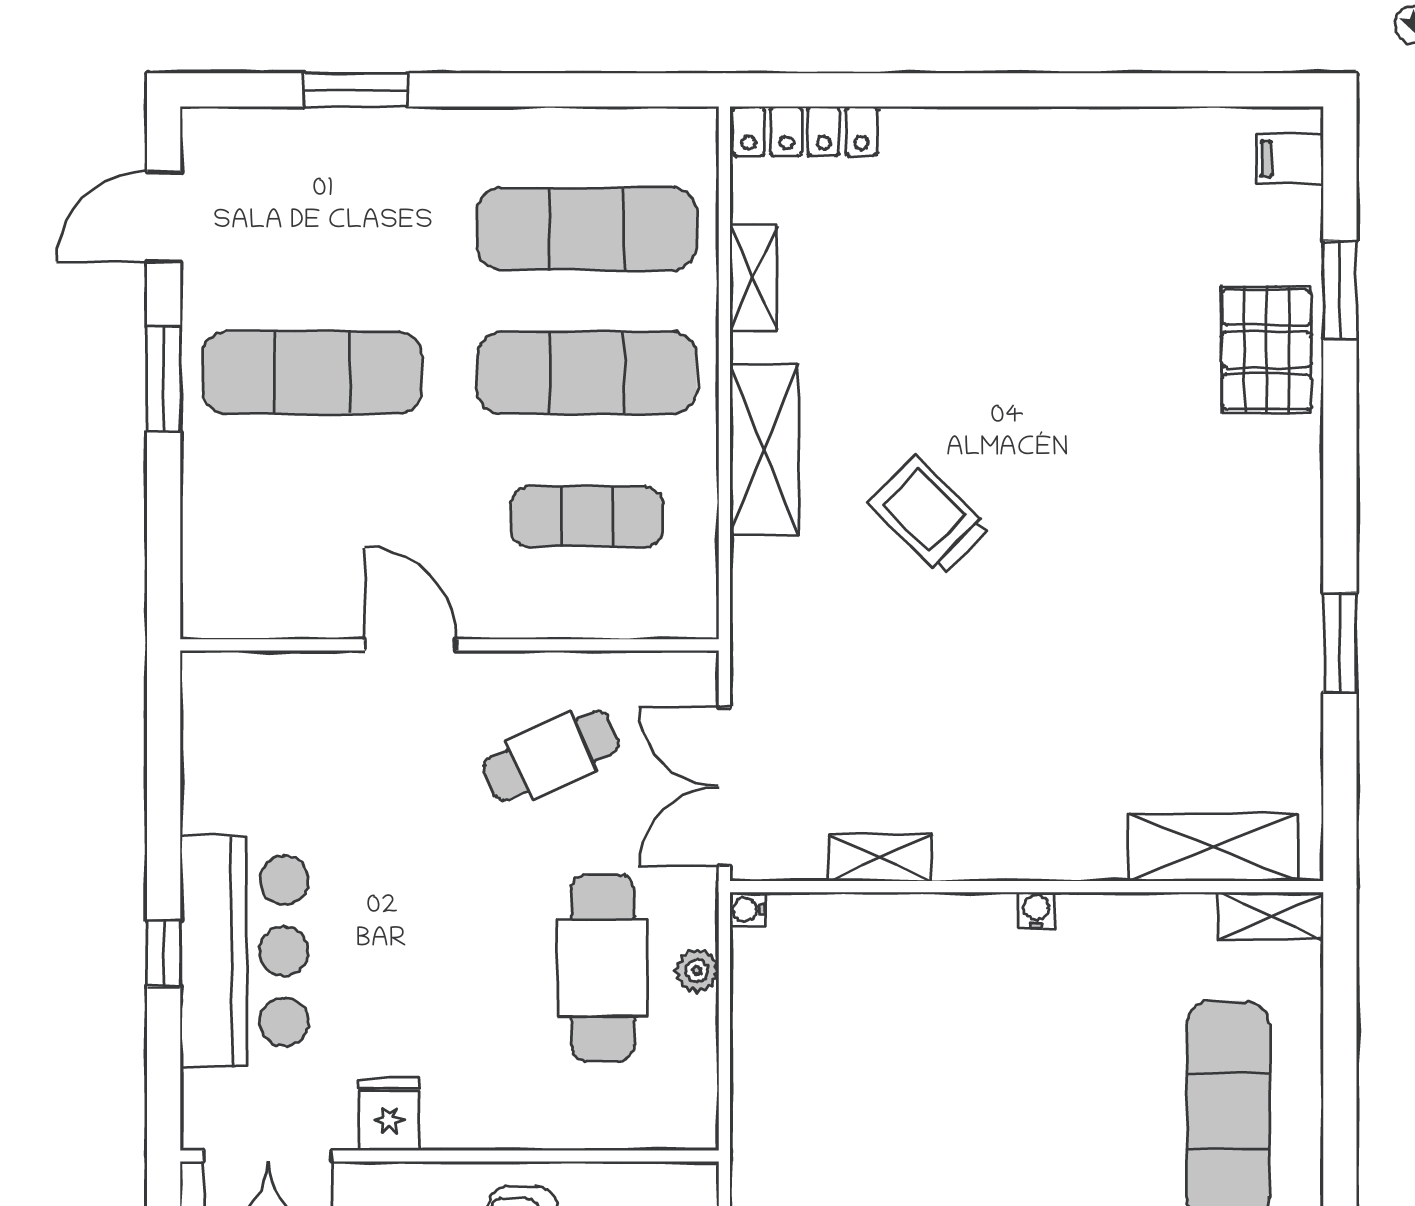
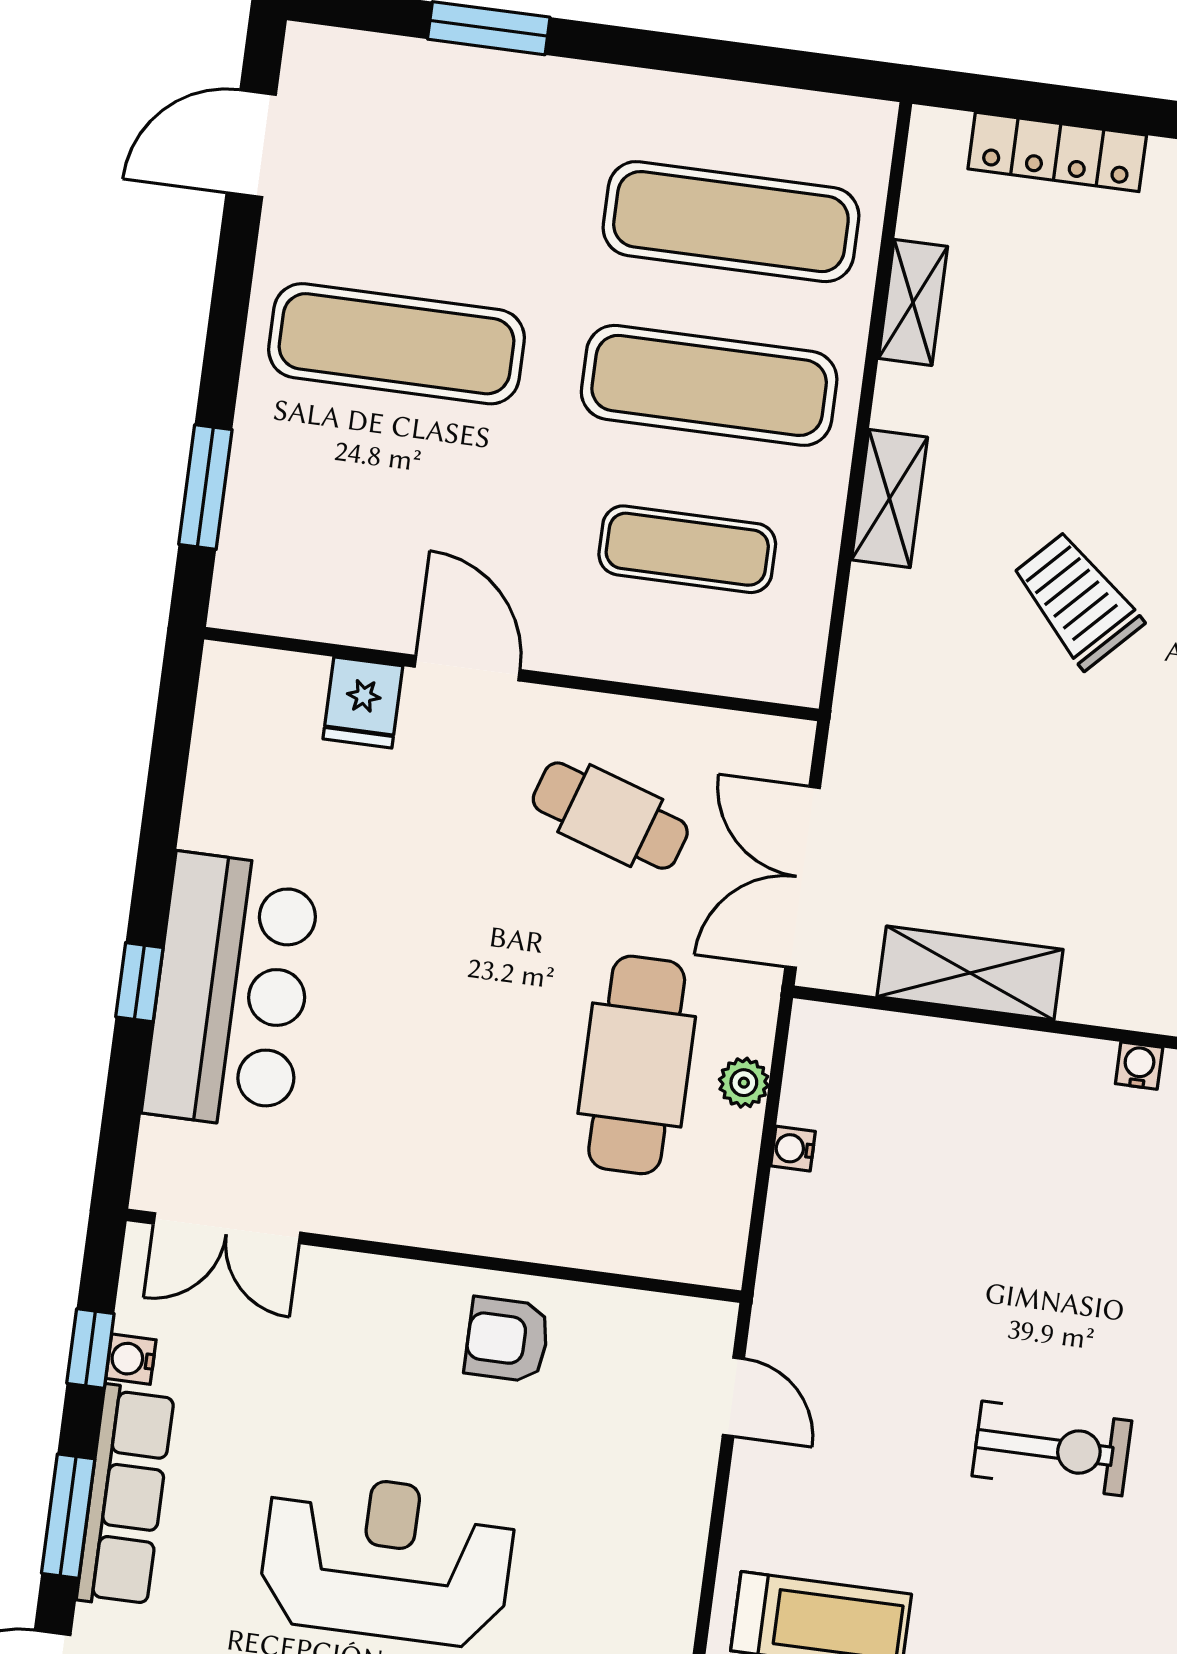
locker: (805, 131) -> (1057, 152), moved
window: (164, 379) -> (205, 487), moved
shelving: (764, 450) -> (889, 499), width x0.67, depth x0.75
cafe table: (551, 756) -> (610, 816), turned 42
shelving: (880, 858) -> (970, 973), width x1.50, depth x1.33
water cooler: (747, 910) -> (793, 1149), moved
fridge: (389, 1114) -> (363, 702), moved, turned 180

